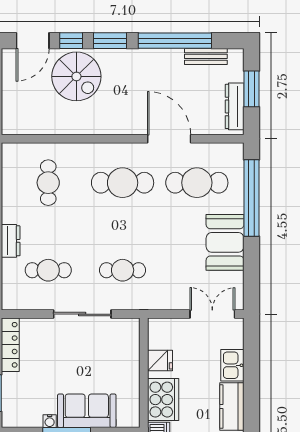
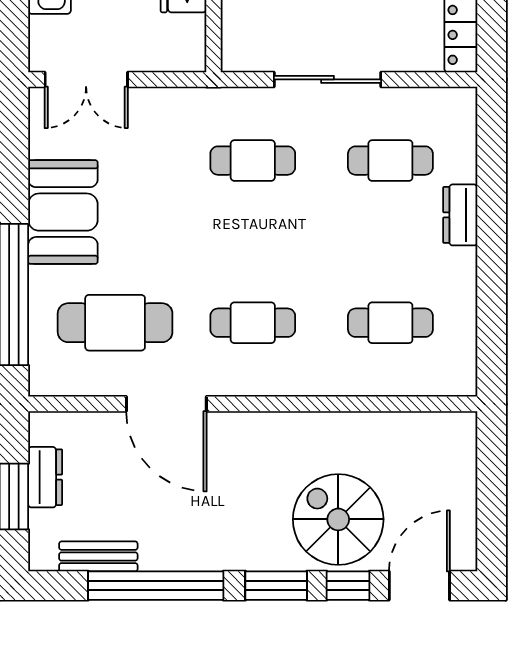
dresser: (235, 106) -> (45, 477), width x0.70
cafe table: (48, 183) -> (390, 323), turned 90
cafe table: (123, 183) -> (253, 323), width x0.73, depth x0.74

